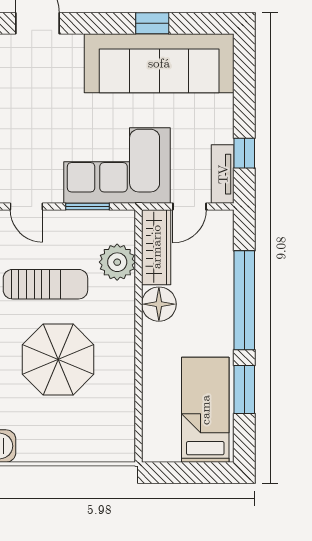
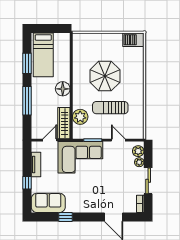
sofa: (159, 63) -> (48, 203), width x0.54, depth x0.79
window: (244, 153) -> (27, 183), moved
tv unit: (223, 174) -> (36, 164), moved
window: (244, 300) -> (27, 101), width x0.68
floor lamp: (159, 304) -> (63, 89), moved

